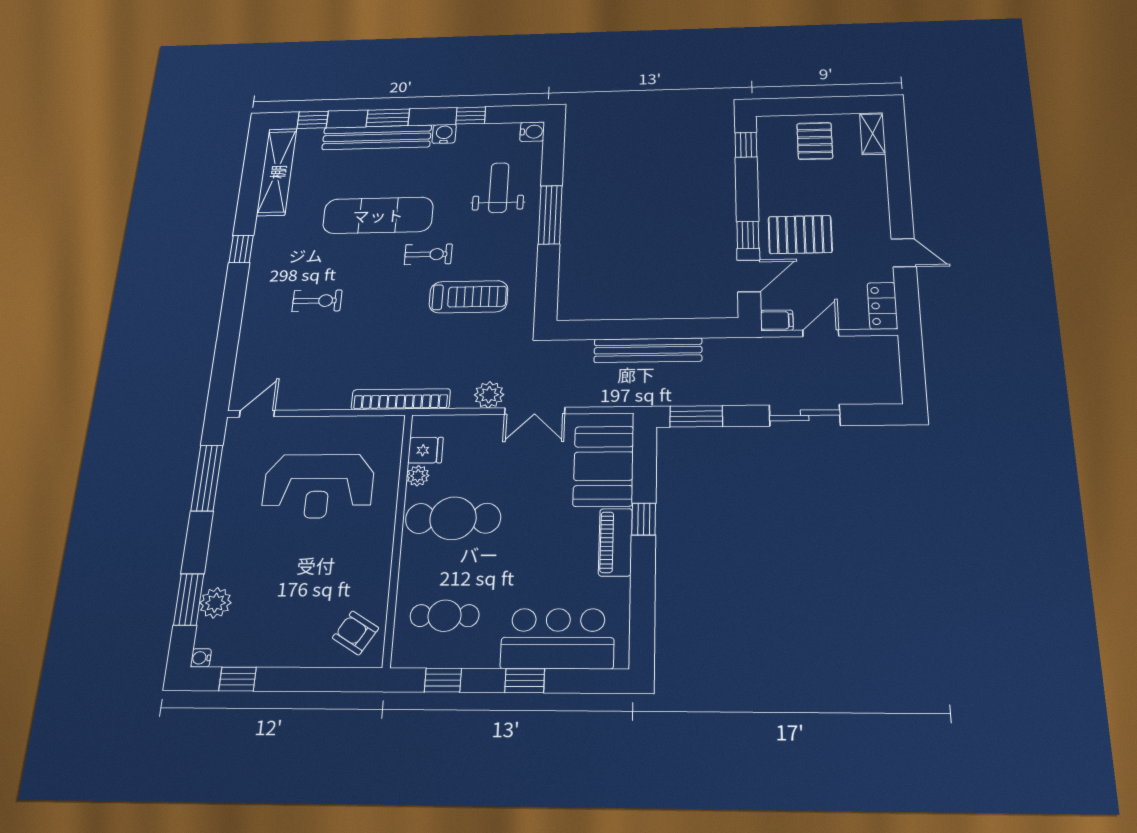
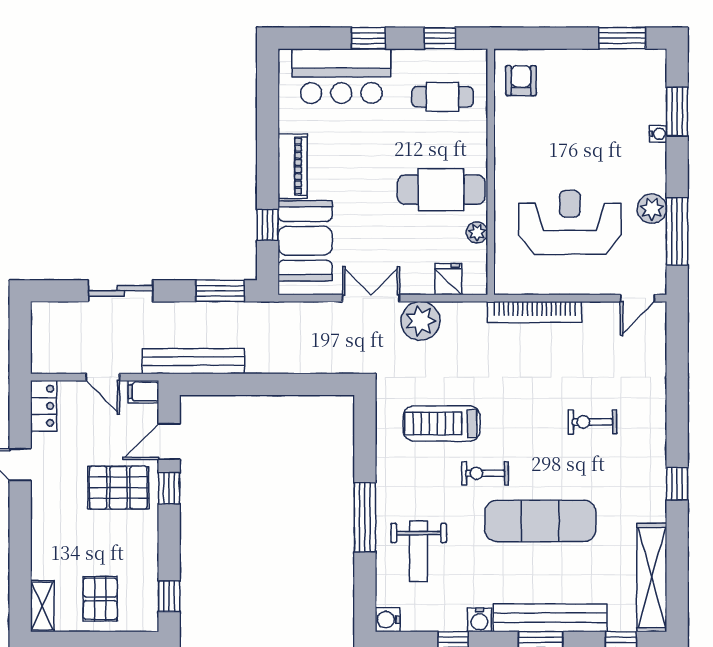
door: (821, 333) -> (103, 377), hinge flipped
bench: (648, 350) -> (193, 361), moved
plant: (489, 395) -> (420, 321), width x1.36, depth x1.36
bookcase: (401, 399) -> (534, 312), moved
fridge: (426, 450) -> (448, 279), moved, turned 90
window: (644, 519) -> (268, 225), moved
plant: (215, 603) -> (652, 209), moved
armchair: (356, 633) -> (521, 81), turned -122
water cooler: (201, 658) -> (658, 134), moved
window: (238, 679) -> (622, 38), width x1.50

